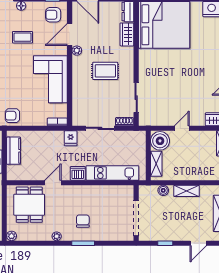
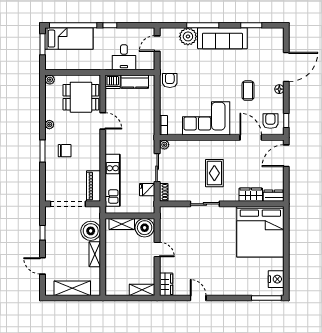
plant: (77, 51) -> (164, 145), moved
sliding door: (136, 98) -> (205, 204), moved
fridge: (71, 138) -> (147, 190), moved
dishwasher: (78, 173) -> (113, 82), moved, turned 90
boiler: (163, 190) -> (91, 231), width x1.86, depth x1.86
piano: (118, 192) -> (94, 186), added

